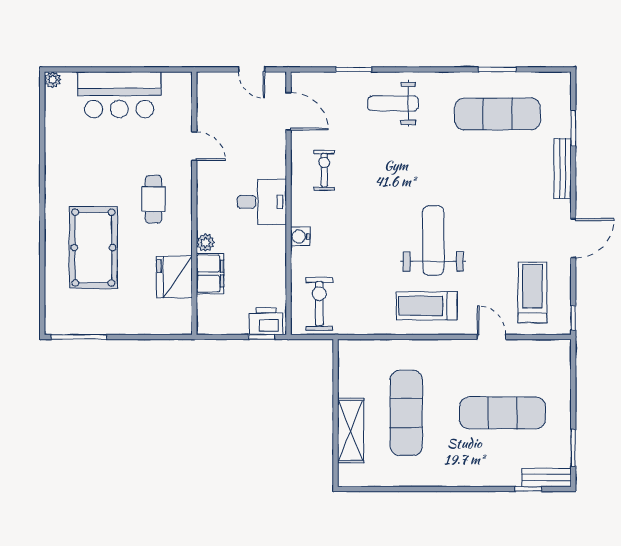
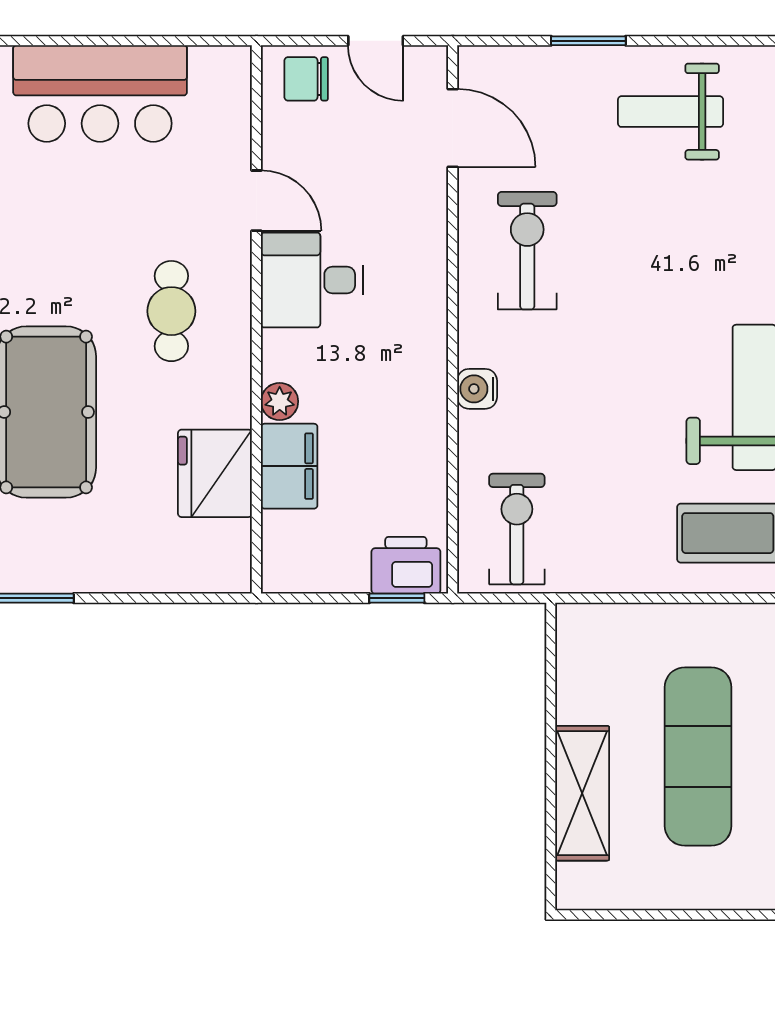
chair: (218, 88) -> (306, 79), added
exercise bike: (324, 170) -> (527, 251), width x1.38, depth x1.39
desk: (262, 202) -> (312, 280), moved, turned 180

